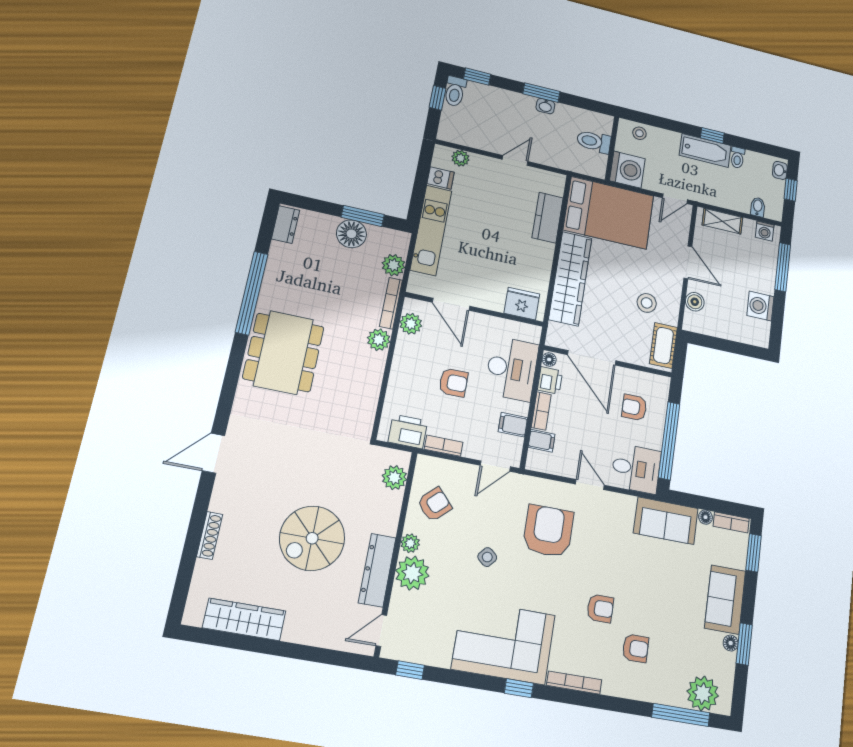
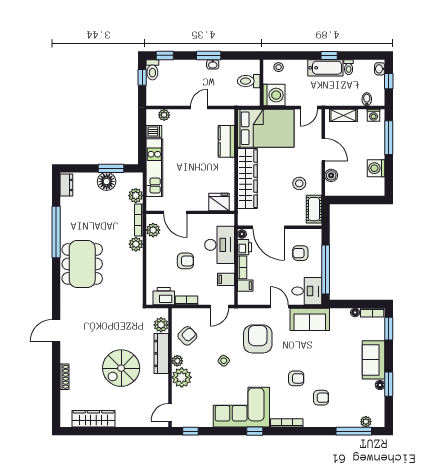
sofa: (666, 521) -> (310, 319), moved
dresser: (377, 570) -> (161, 353), moved
plant: (703, 693) -> (366, 422), width x0.53, depth x0.53

